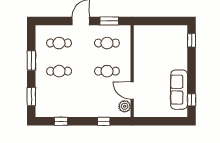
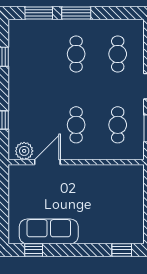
window: (31, 60) -> (76, 13), moved

